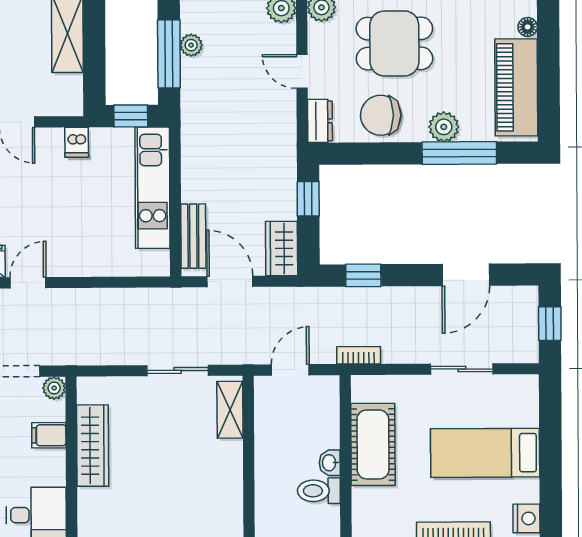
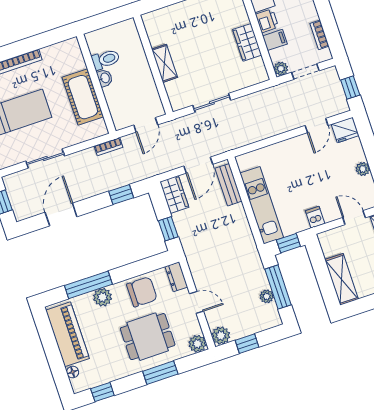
door: (230, 282) -> (198, 165), hinge flipped
shelving: (230, 410) -> (165, 63), moved
wardrobe: (93, 446) -> (247, 42), width x0.67
printer: (51, 469) -> (267, 21), added

